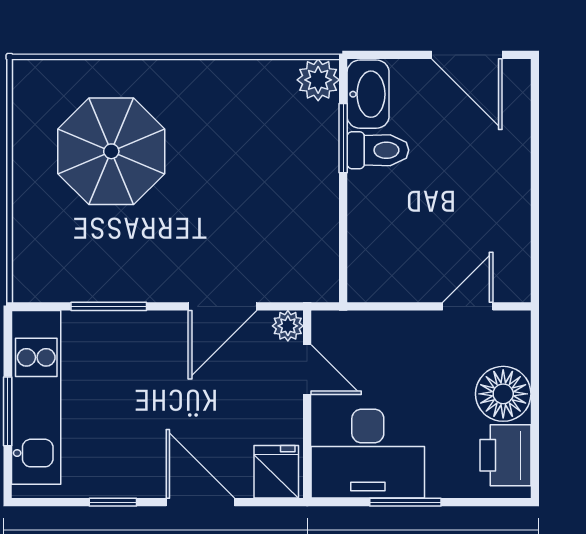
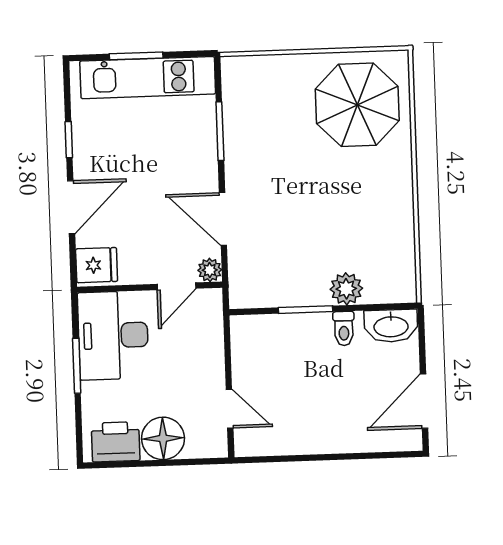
plant: (318, 80) -> (346, 289), moved
window: (343, 138) -> (305, 310), moved
toilet: (378, 150) -> (344, 328), width x0.73, depth x0.72
parasol: (111, 151) -> (357, 105), moved

